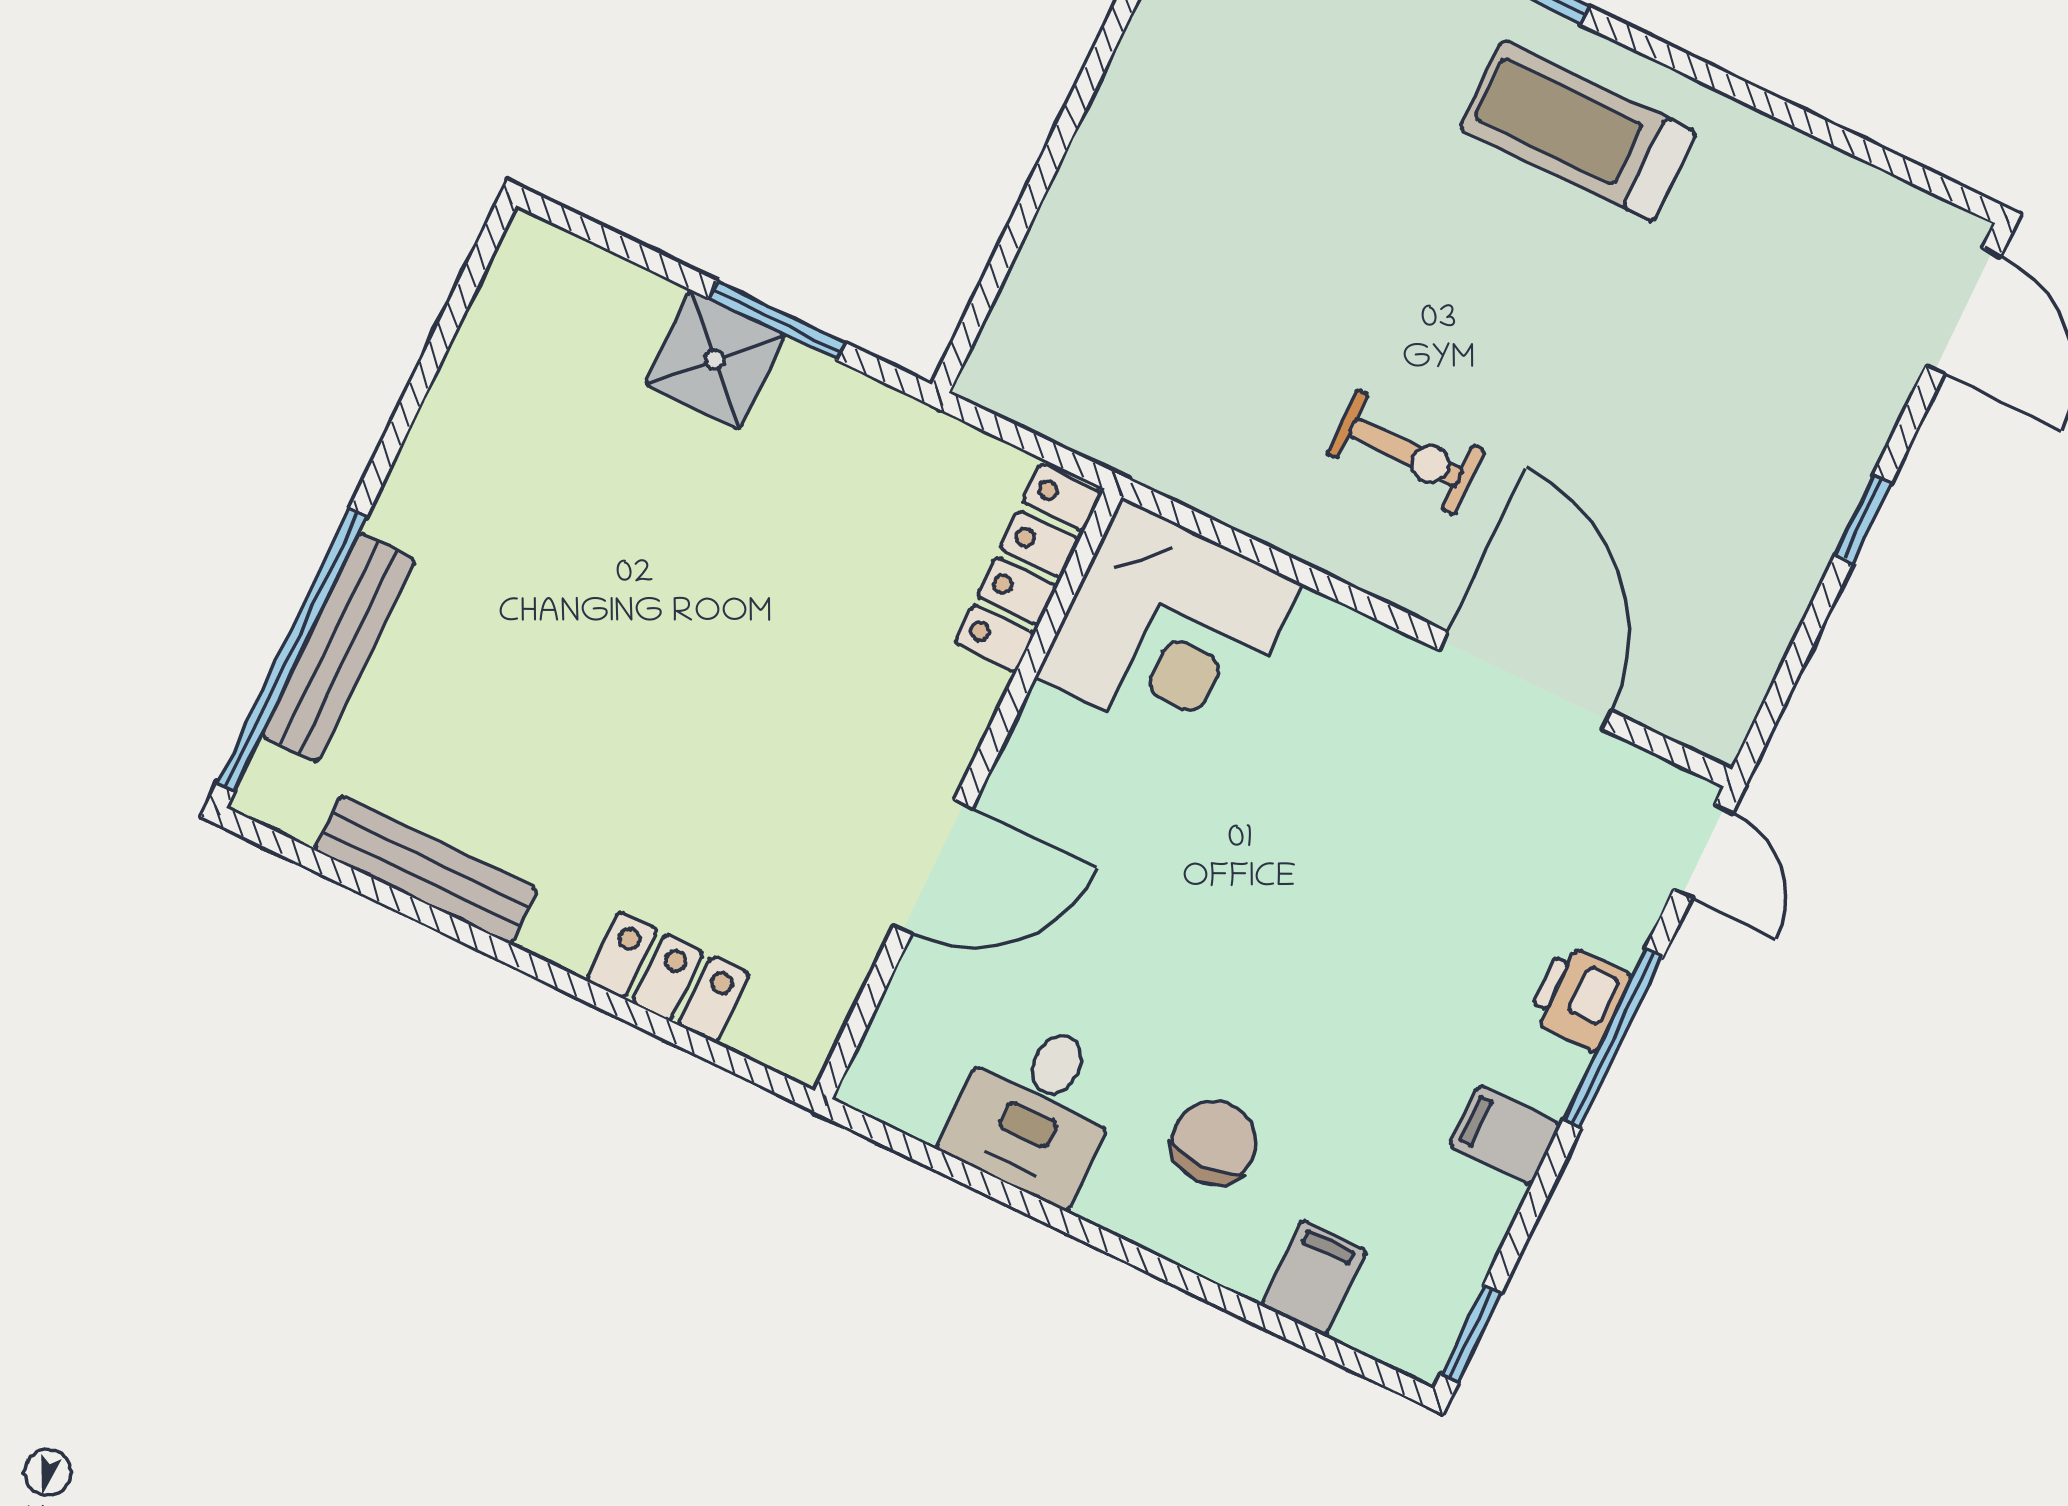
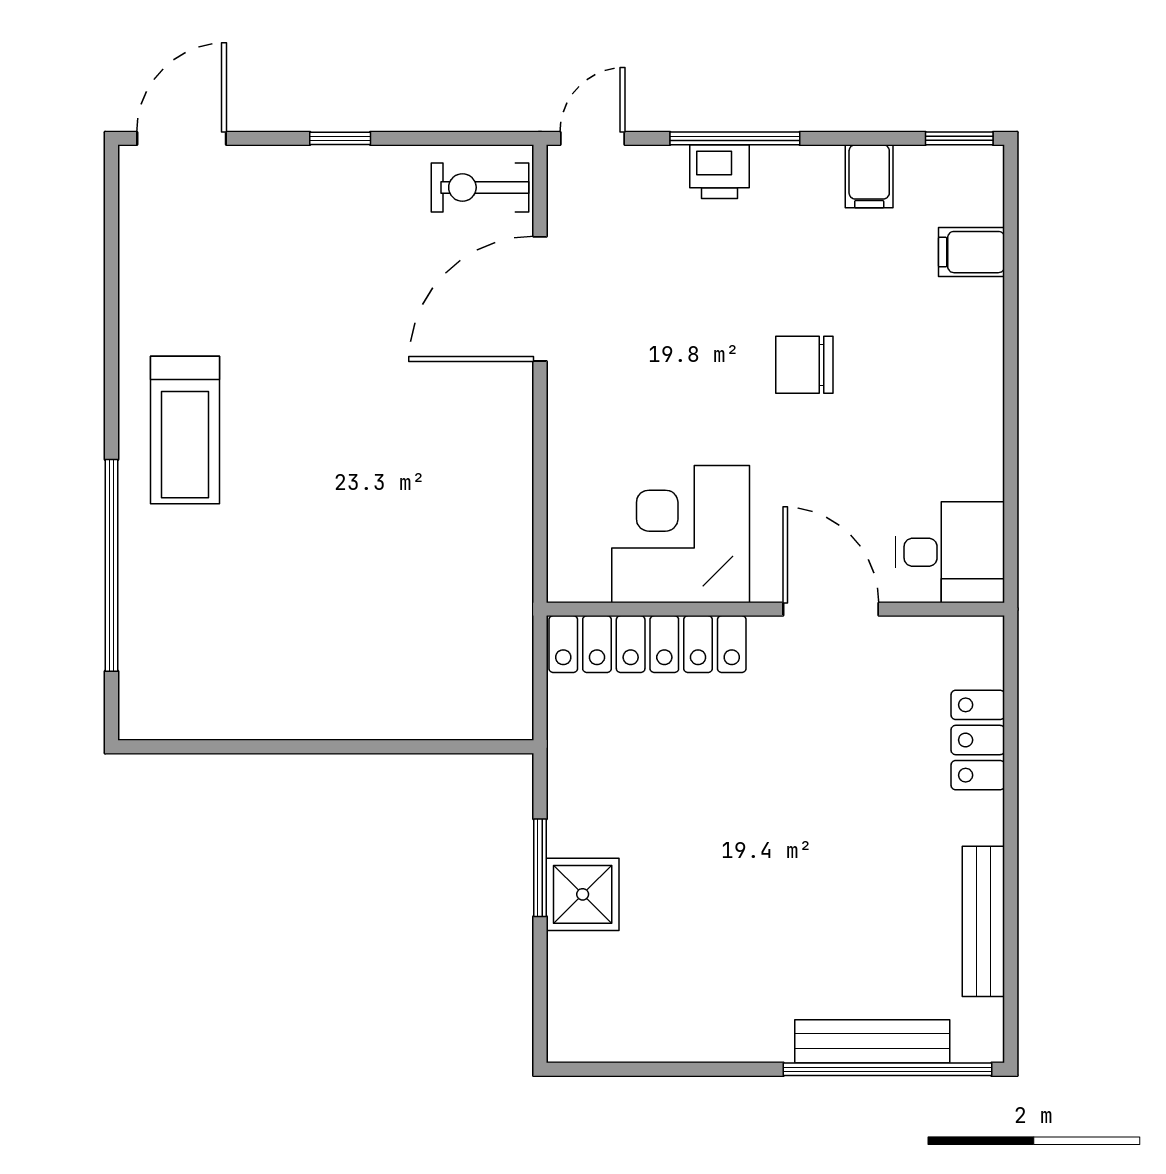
exercise bike: (1406, 452) -> (480, 187), moved, turned -90
locker: (1028, 568) -> (647, 644), width x1.41, depth x1.21
corner desk: (1168, 630) -> (681, 534), moved, turned -90
desk: (1036, 1109) -> (950, 552), moved
filing cabinet: (1505, 1135) -> (869, 176), moved
chair: (1214, 1143) -> (804, 365), moved

